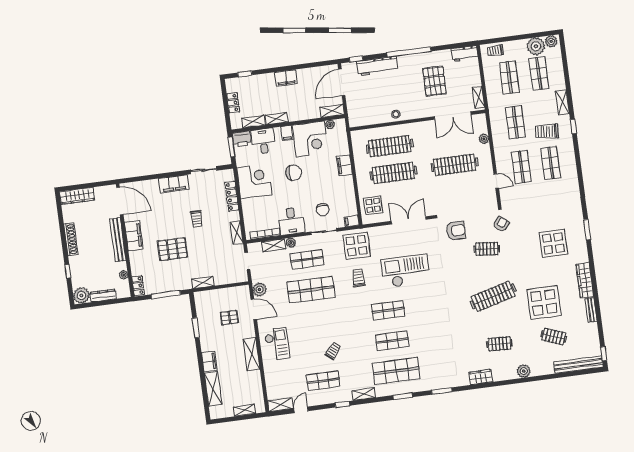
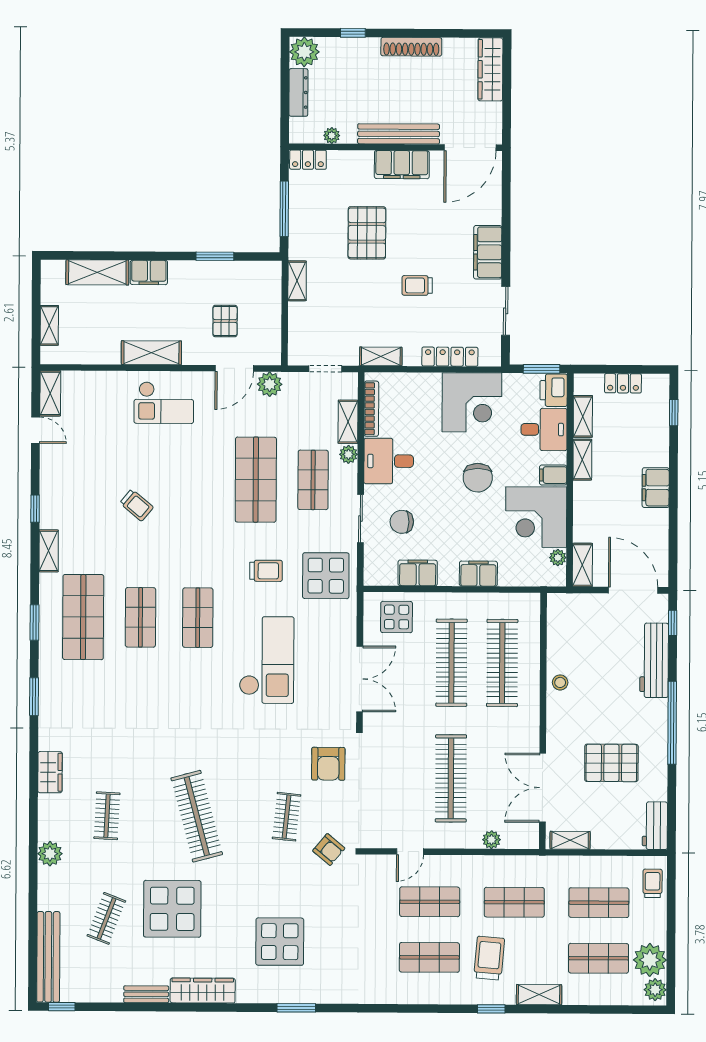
filing cabinet: (352, 221) -> (418, 573), moved, width x2.00
shop shelf: (323, 381) -> (84, 479), removed

